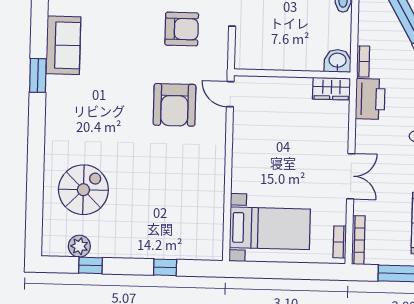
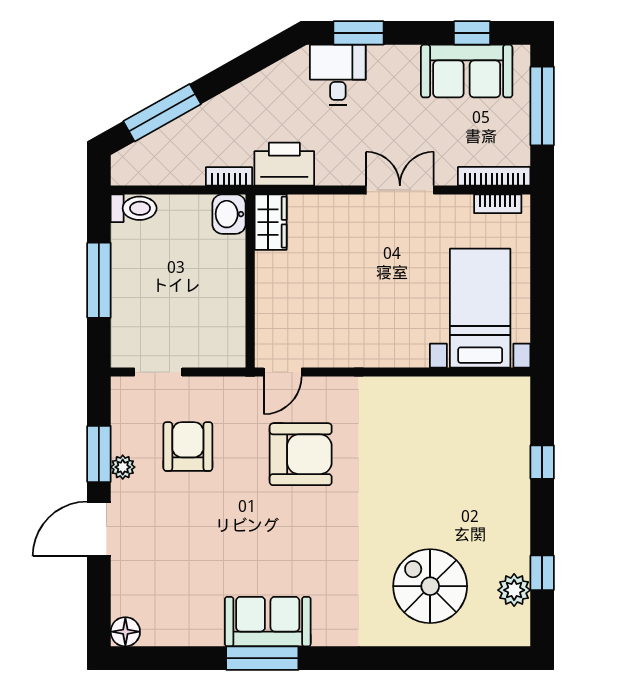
sofa: (63, 45) -> (268, 622), moved
window: (38, 75) -> (262, 658), width x1.44

